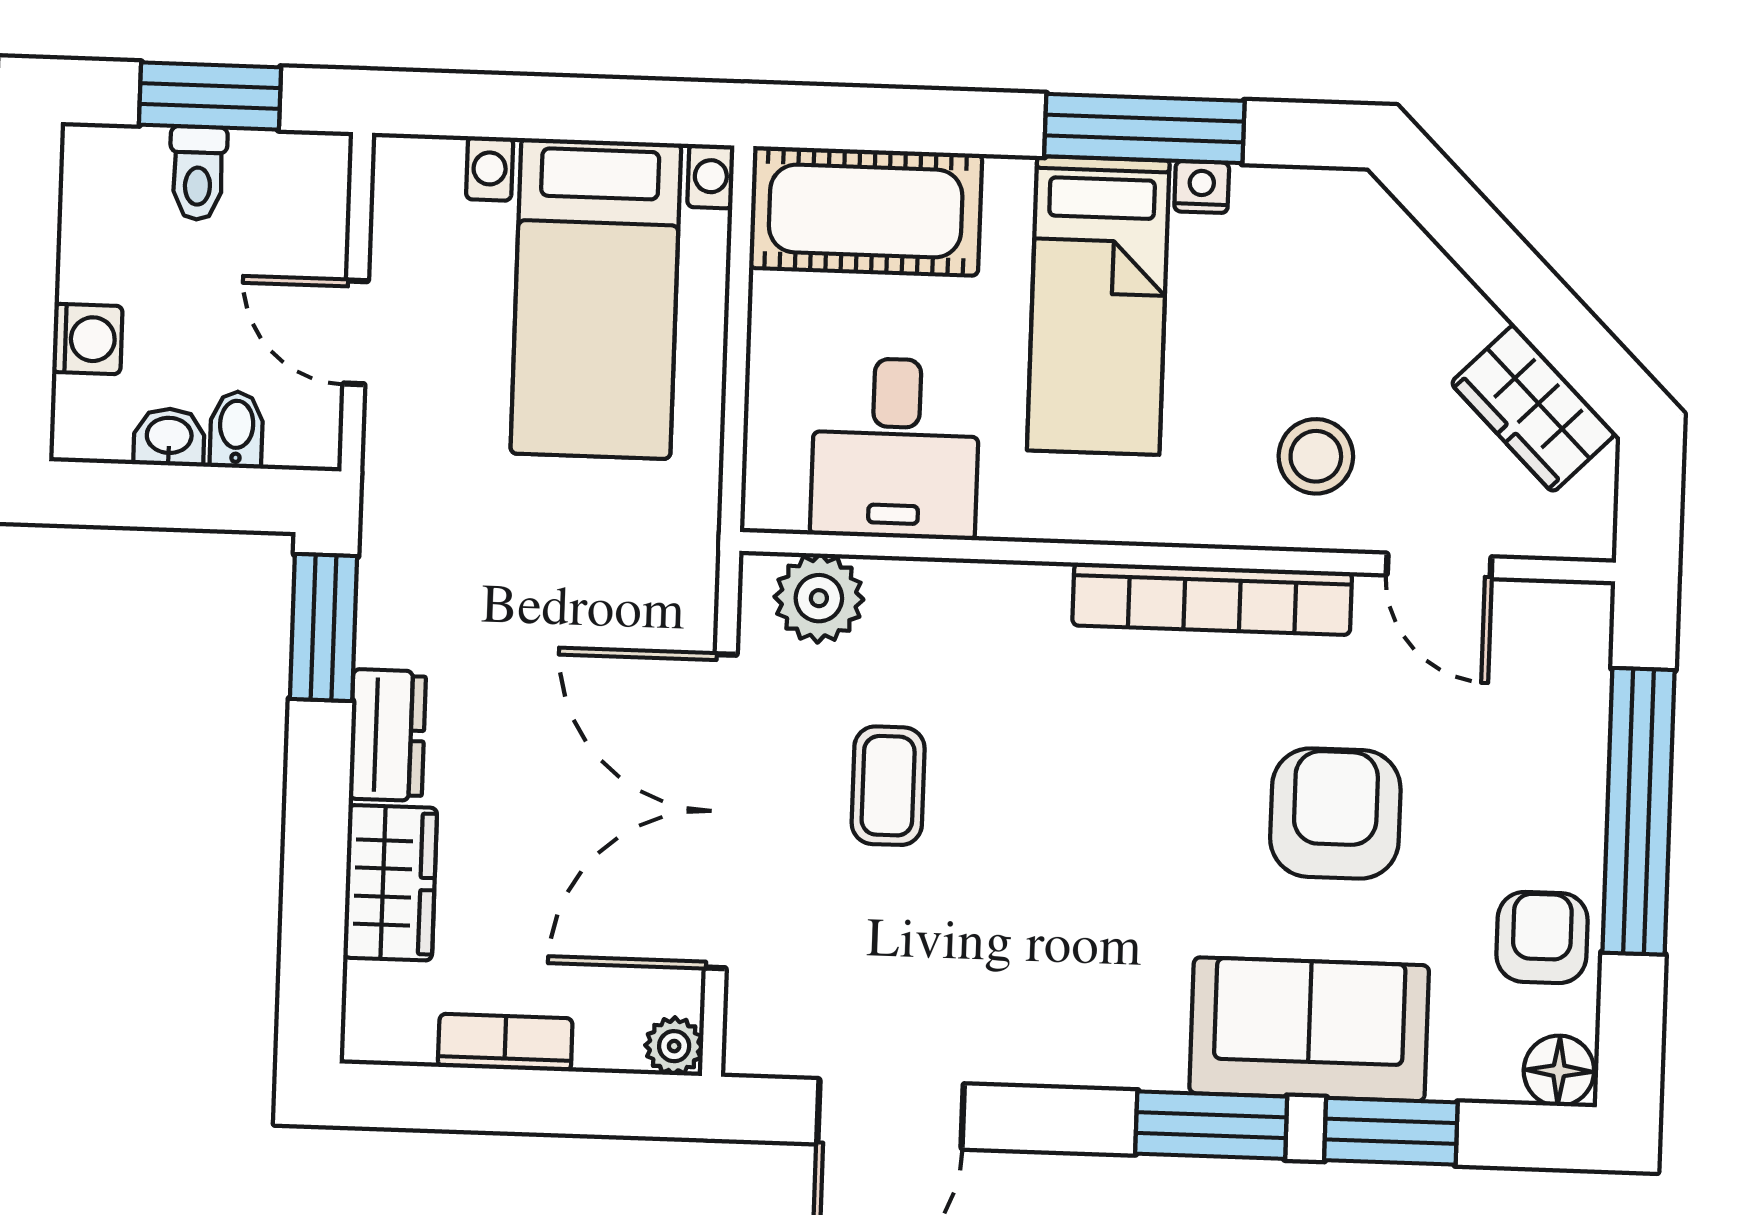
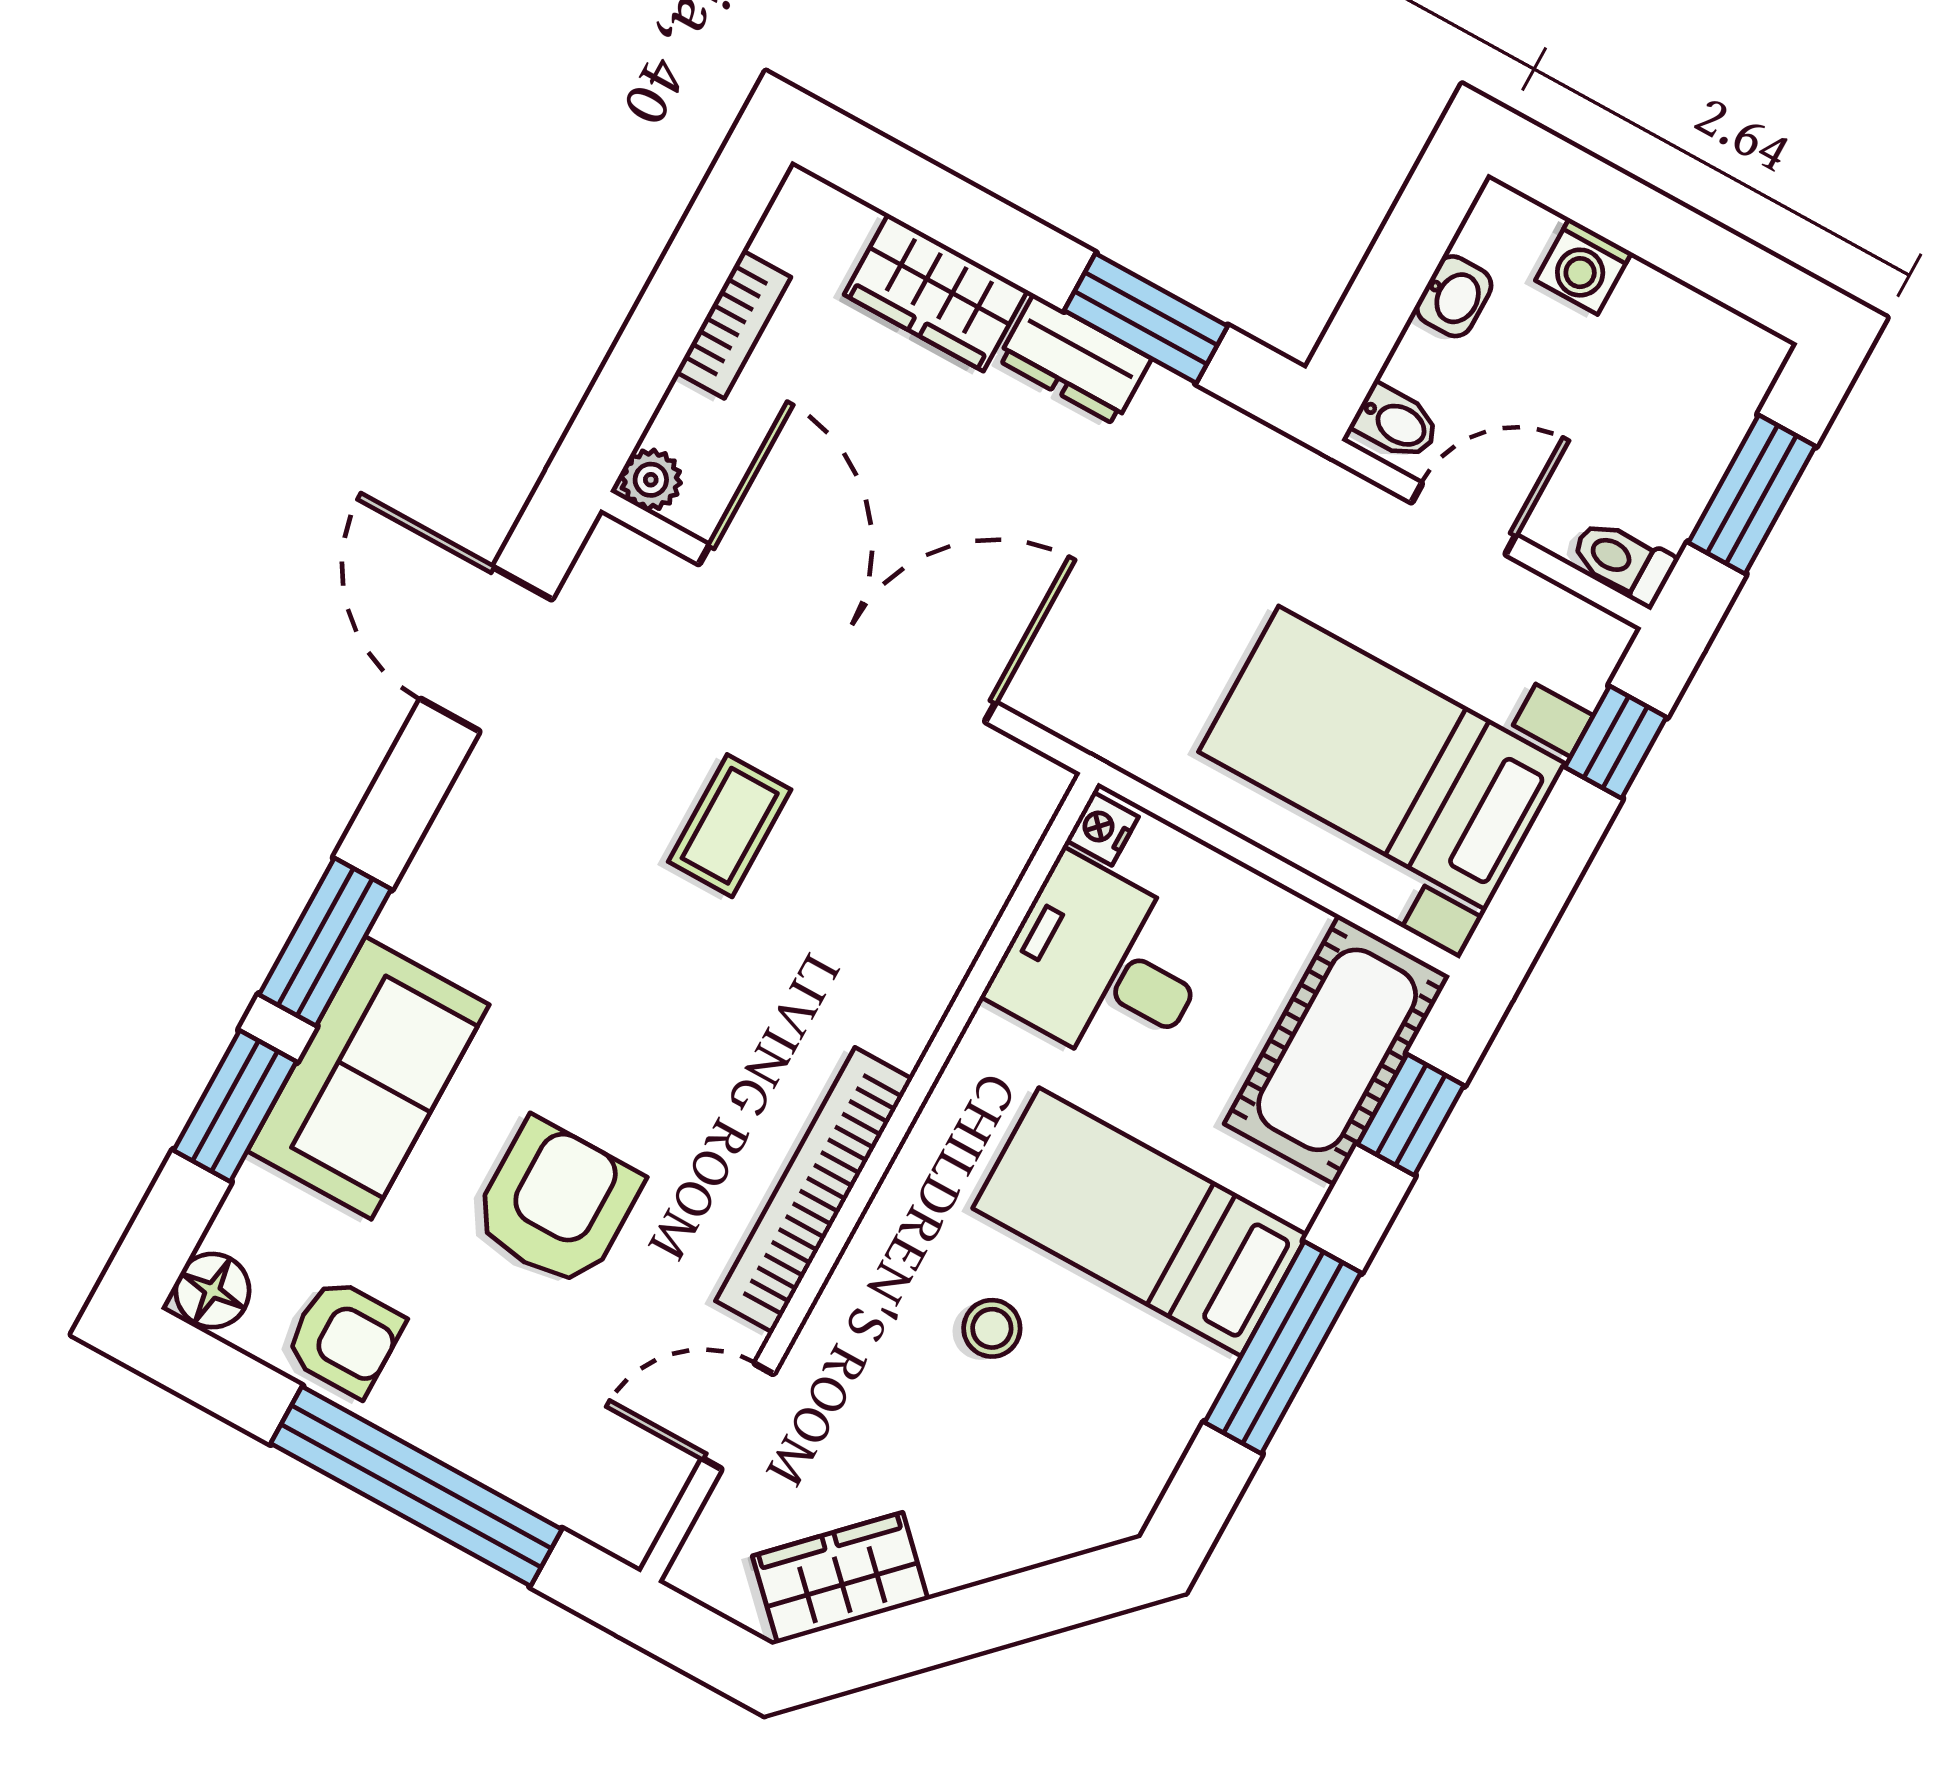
window: (481, 105) -> (1616, 742), added
window: (889, 120) -> (1411, 1115), added
toilet: (198, 173) -> (1623, 561), moved
nightstand: (1202, 187) -> (1102, 829), moved, turned 180
bidet: (236, 430) -> (1396, 423), moved
stool: (1316, 456) -> (992, 1328), moved, width x0.73, depth x0.73
plant: (819, 598) -> (999, 825), removed
window: (324, 628) -> (1146, 318), moved
coffee table: (888, 786) -> (730, 826), moved, turned 90
armchair: (1335, 813) -> (557, 1204), turned -90

